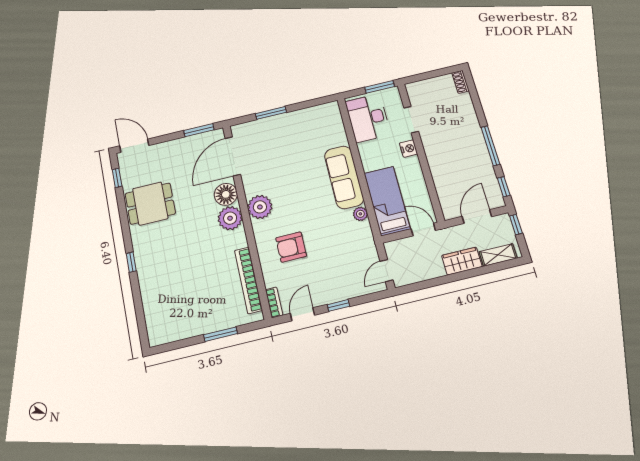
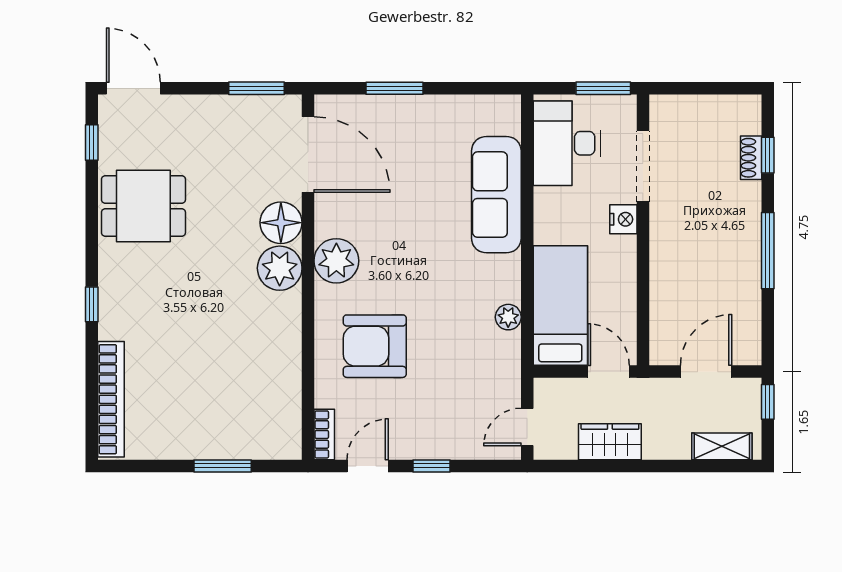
shoe rack: (460, 82) -> (751, 158), moved
doorway: (411, 120) -> (643, 166), width x1.38
door: (233, 156) -> (308, 155), swing flipped
sofa: (344, 177) -> (496, 195), moved
window: (504, 187) -> (768, 155), moved
armchair: (291, 247) -> (375, 346), width x1.36, depth x1.36
wardrobe: (462, 261) -> (610, 442), moved
bookcase: (248, 280) -> (111, 399), moved, turned 180

